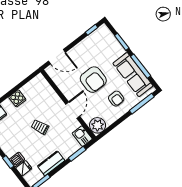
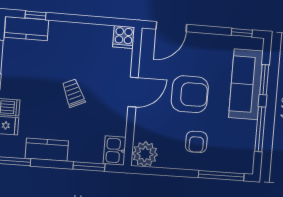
door: (57, 57) -> (171, 27), hinge flipped
sofa: (133, 75) -> (246, 84), moved
armchair: (93, 80) -> (190, 94), turned -90
cooker: (17, 98) -> (124, 37), moved
door: (73, 110) -> (133, 92), moved

